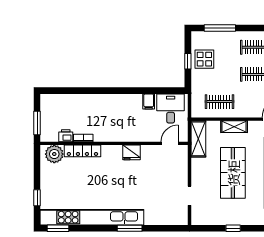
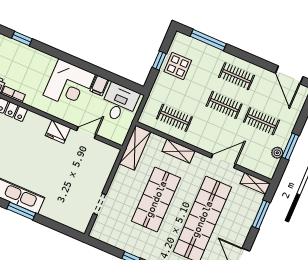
window: (71, 91) -> (22, 38), added
corner desk: (125, 111) -> (69, 85), added
door: (170, 143) -> (86, 133), moved

